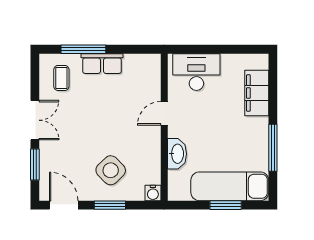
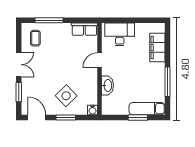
row of seats: (102, 64) -> (84, 29), moved
exam couch: (230, 186) -> (147, 109), width x0.73, depth x0.69

